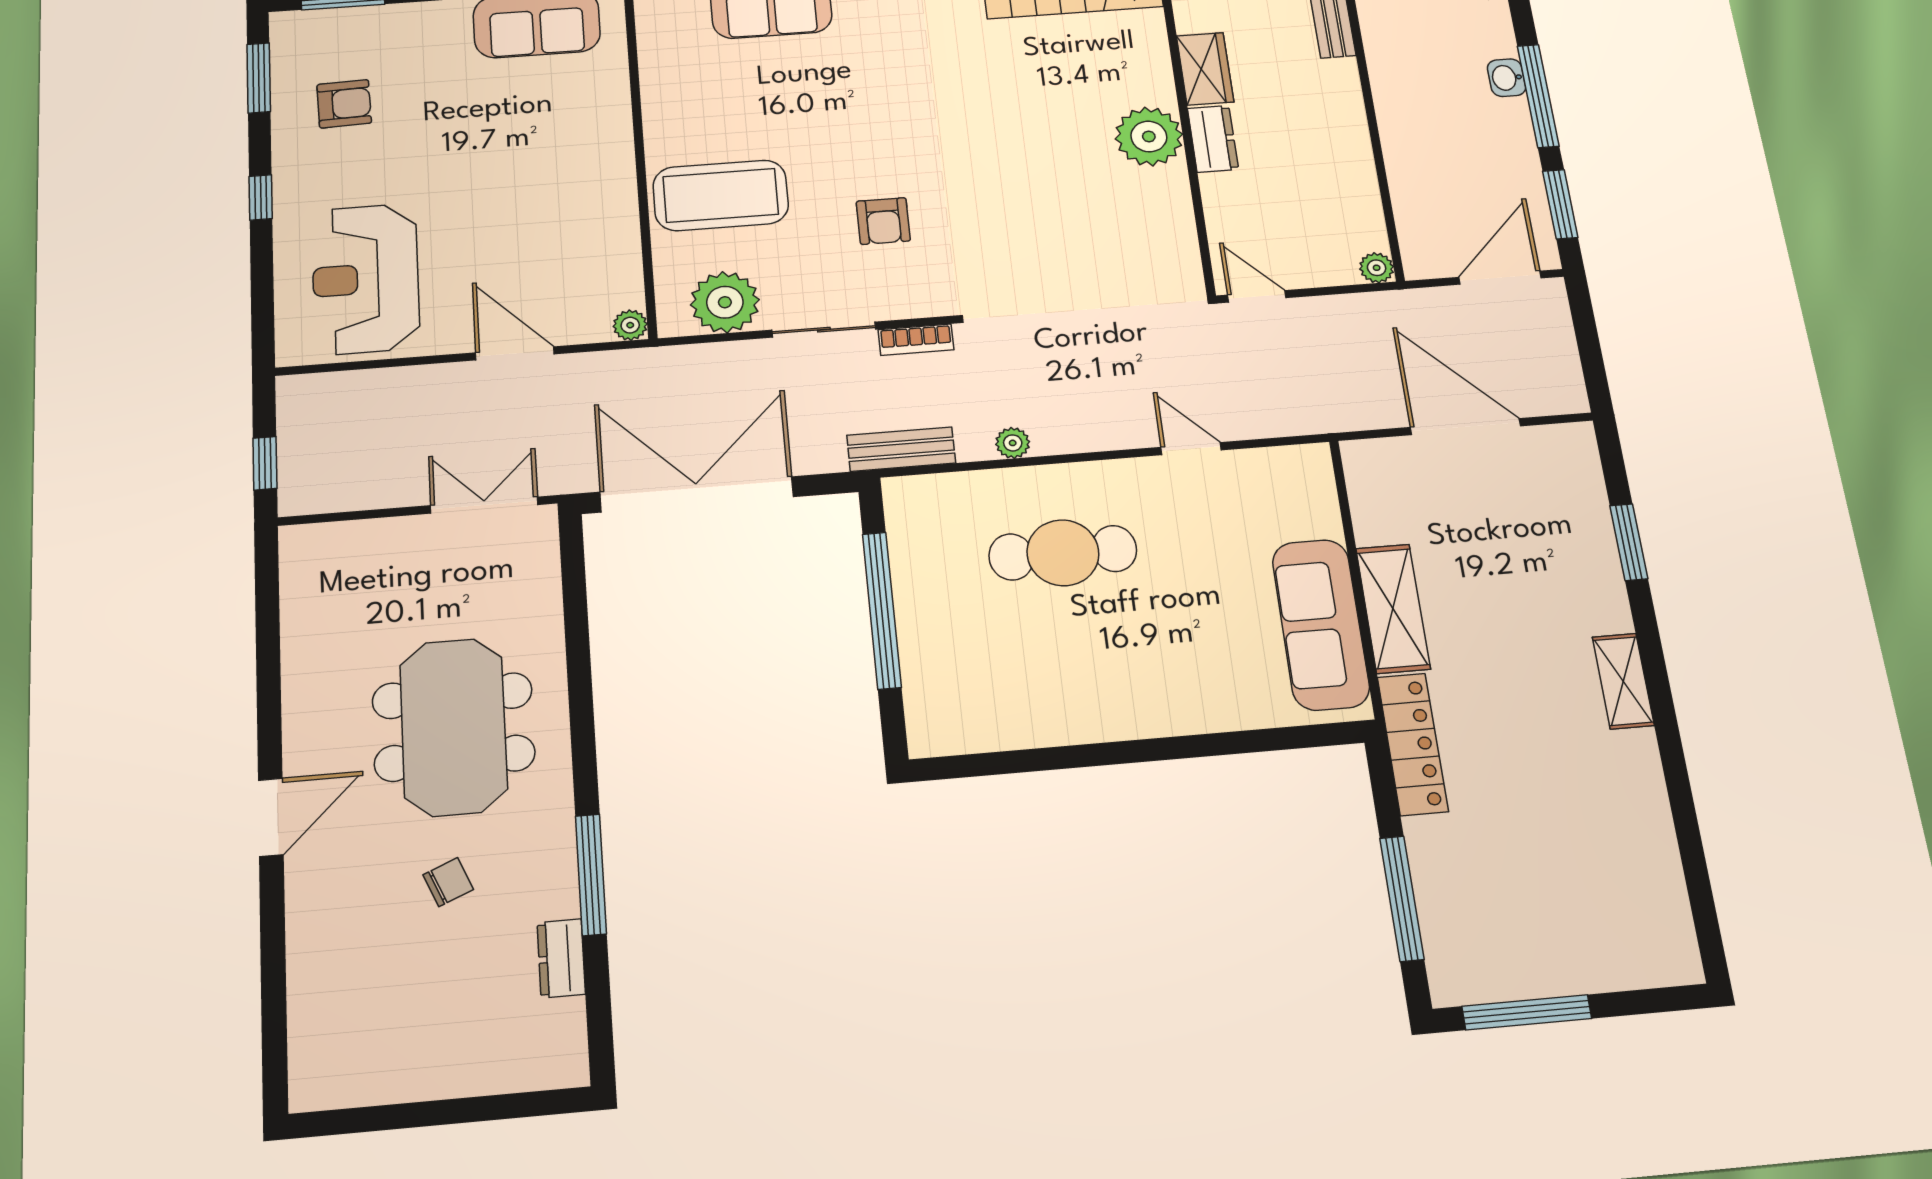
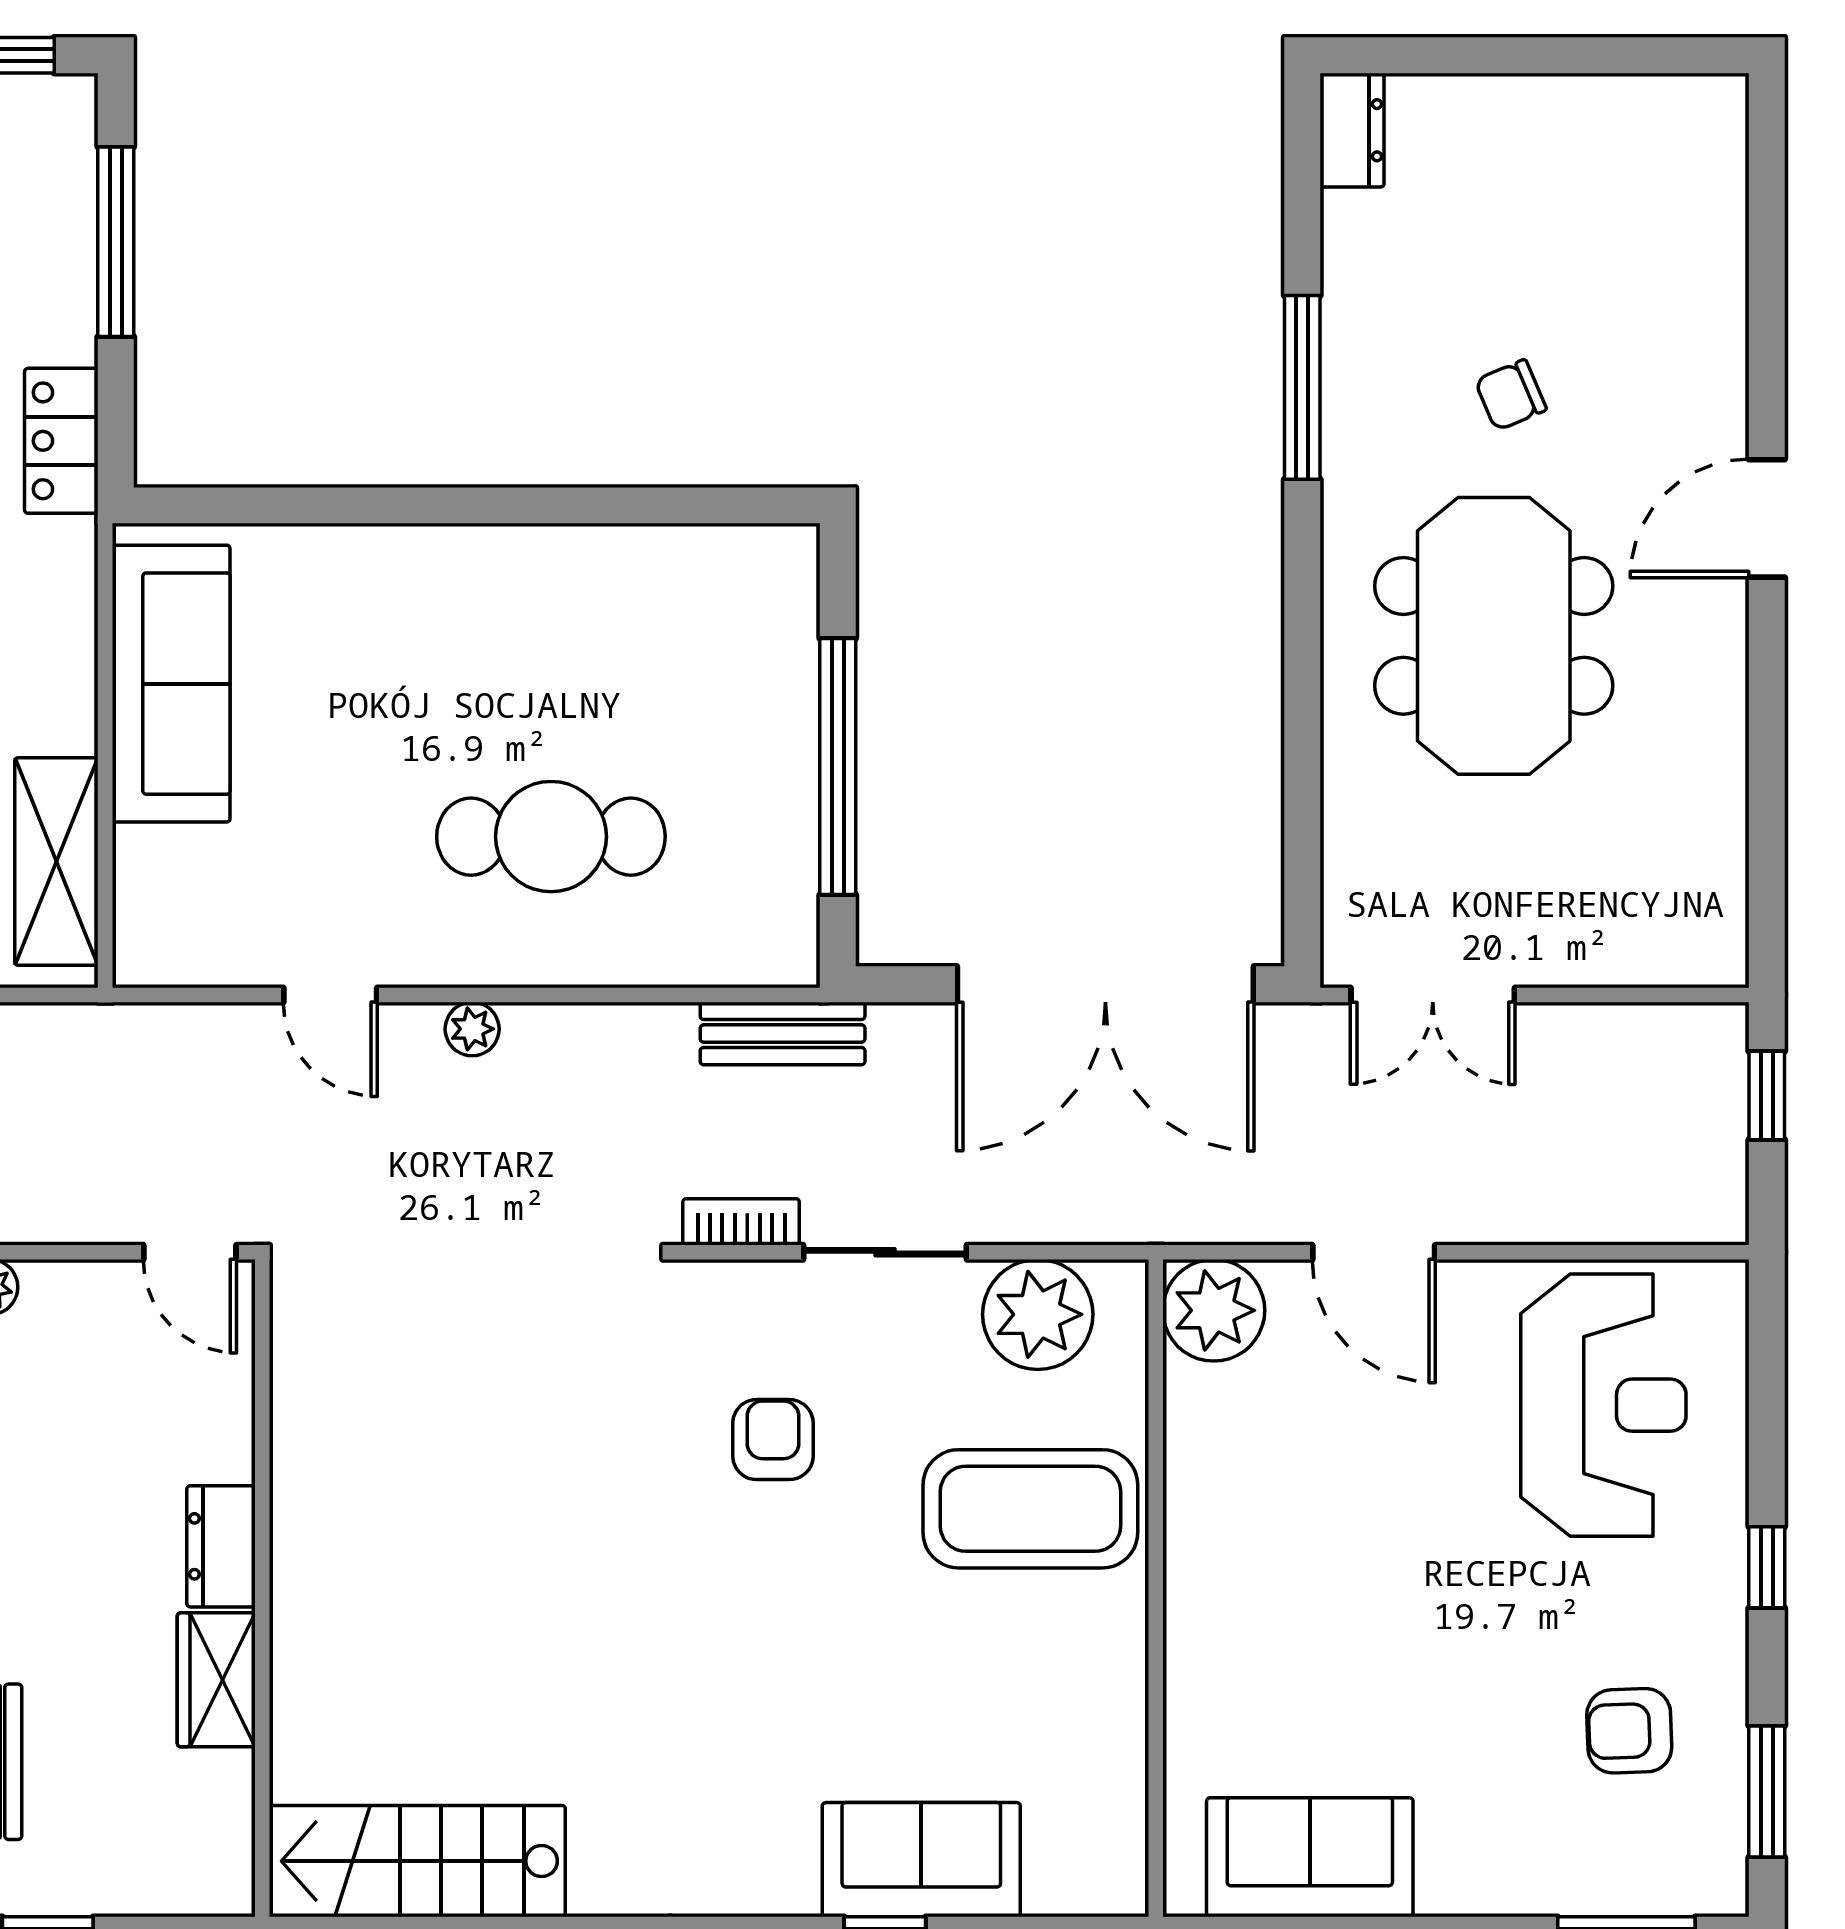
plant: (1149, 136) -> (325, 1560), removed
plant: (630, 325) -> (1214, 1310), width x1.88, depth x1.88
plant: (1013, 443) -> (472, 1029), moved
shelving: (1393, 609) -> (56, 862), moved
locker: (1413, 744) -> (61, 441), width x0.66
dresser: (561, 958) -> (1352, 130), moved

